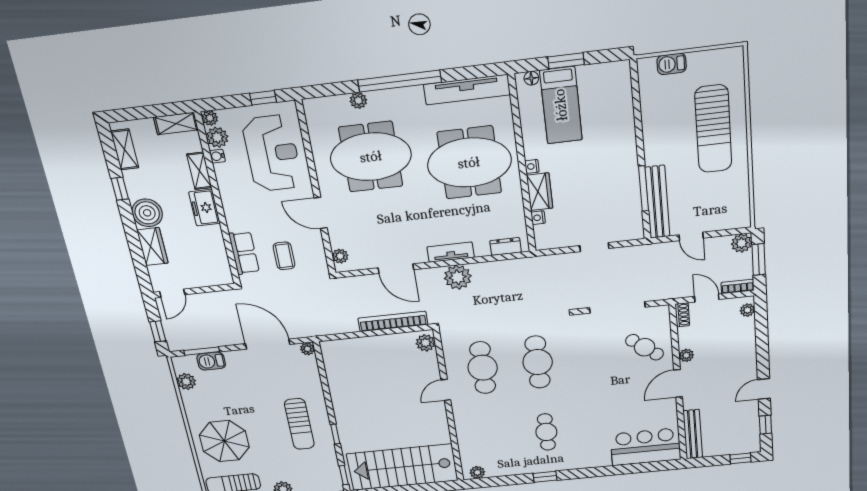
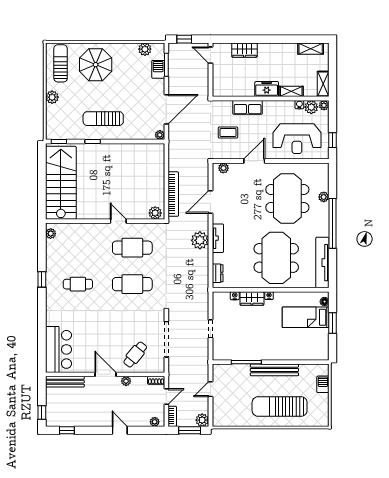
window: (120, 189) -> (286, 39), removed
bench: (657, 202) -> (274, 370), moved
boiler: (147, 213) -> (268, 52), removed
row of seats: (244, 253) -> (248, 107), moved
door: (764, 389) -> (120, 430), moved

